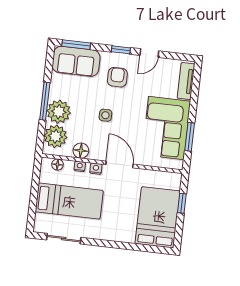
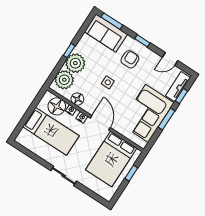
door: (149, 53) -> (170, 59), moved
window: (195, 90) -> (181, 96), added
window: (45, 101) -> (69, 51), width x0.46
window: (190, 137) -> (167, 119), moved
floor lamp: (57, 165) -> (57, 106), width x1.89, depth x1.89
bed: (158, 217) -> (111, 159), moved, turned 180
sliding door: (64, 239) -> (64, 176), moved

